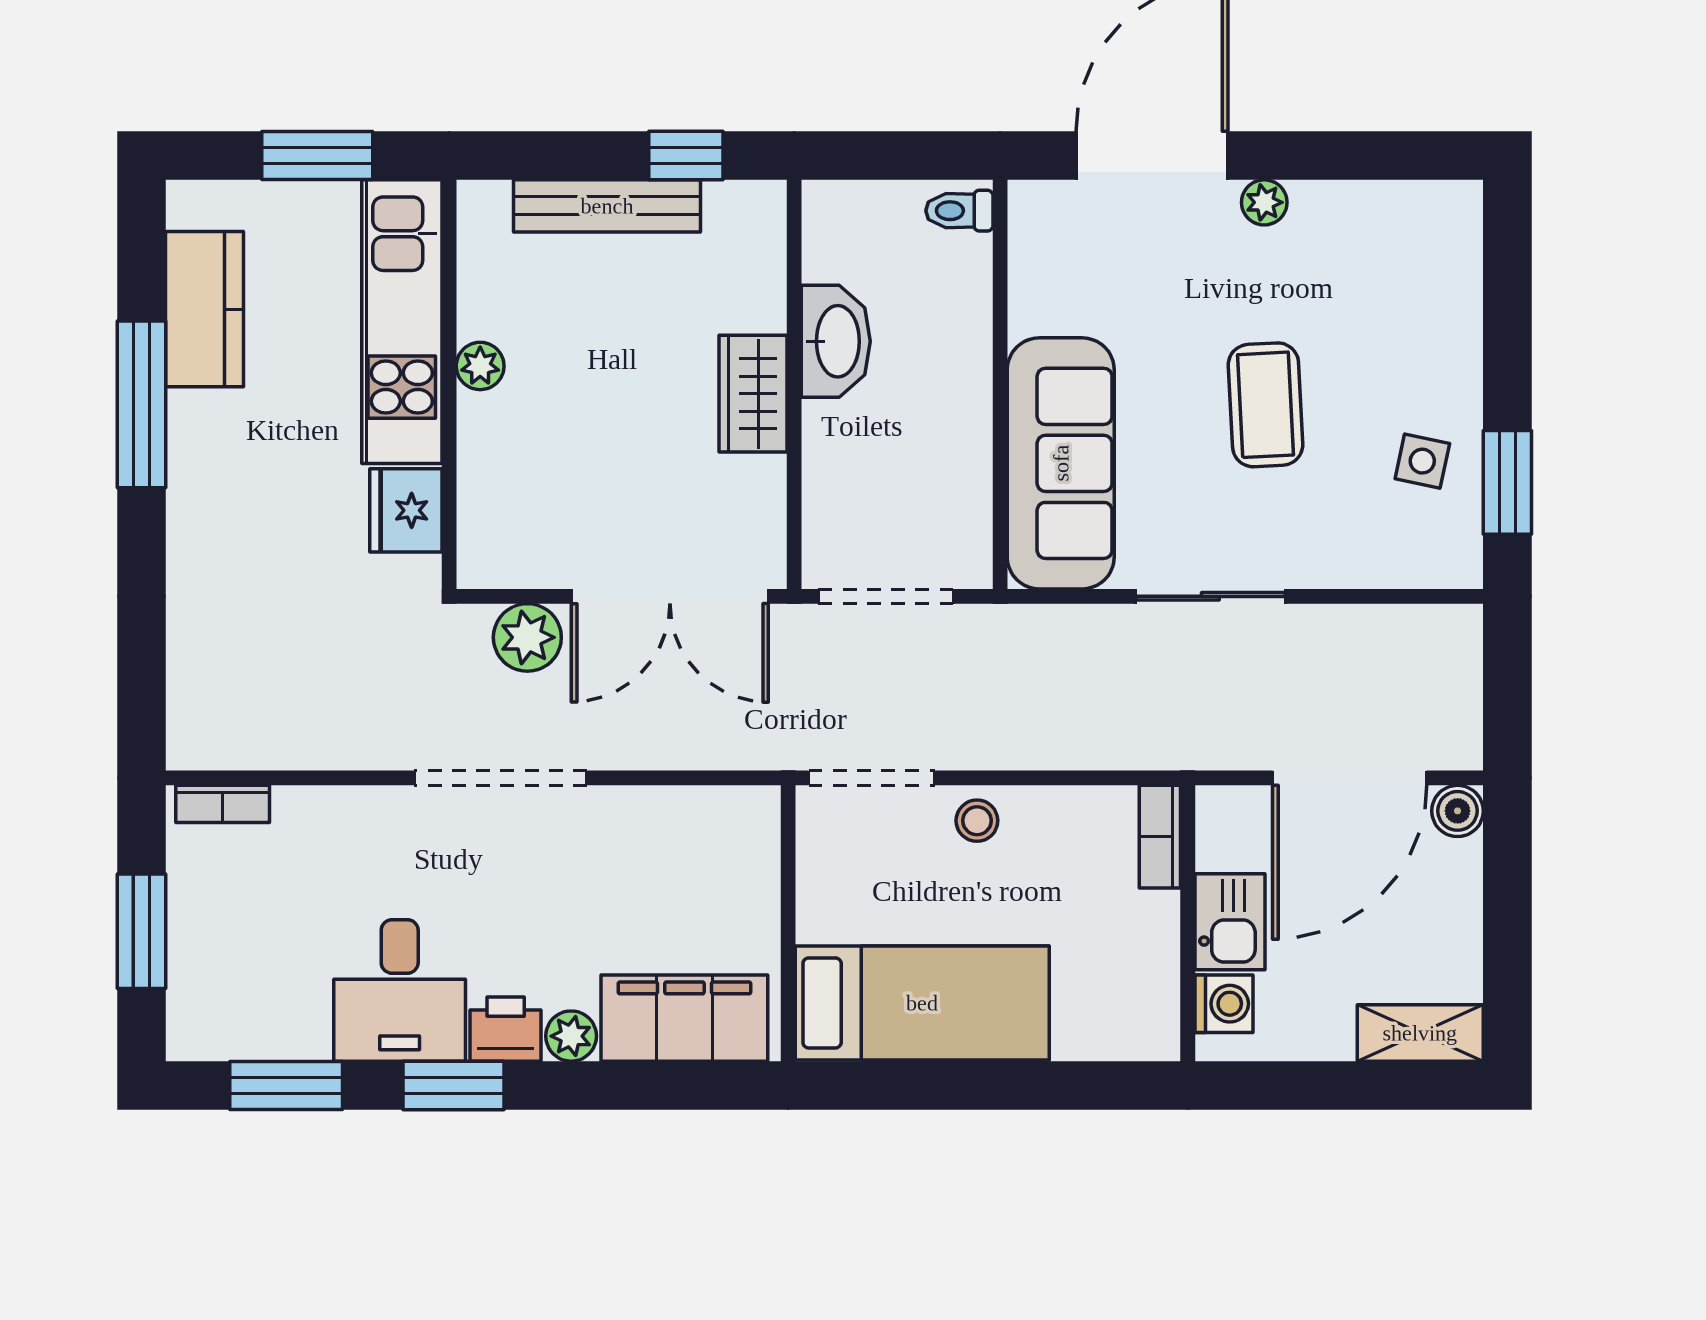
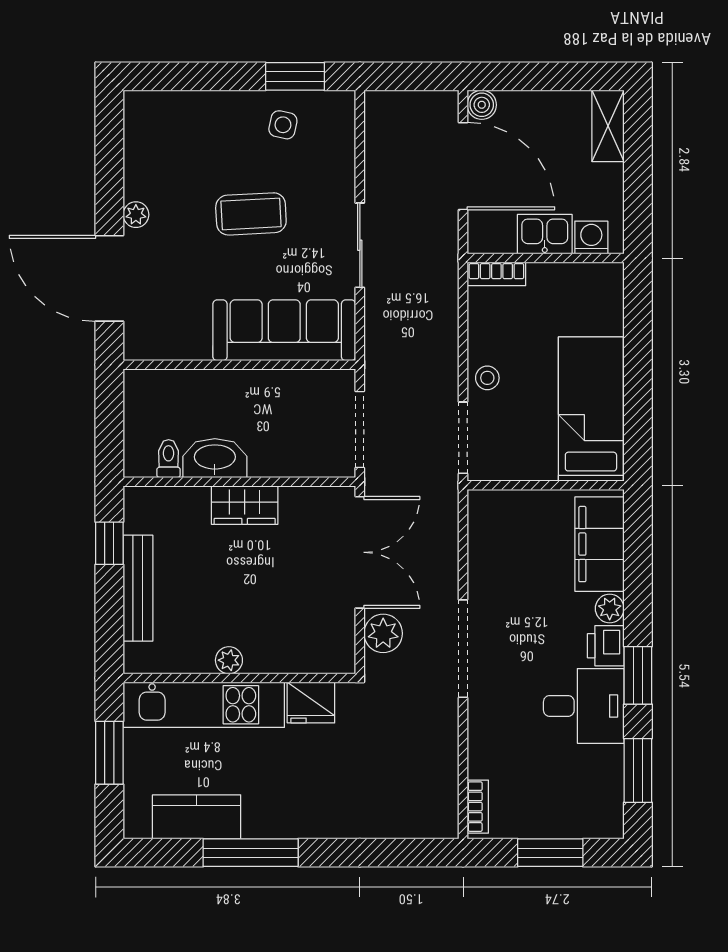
toilet: (959, 211) -> (169, 459), moved, turned 180

